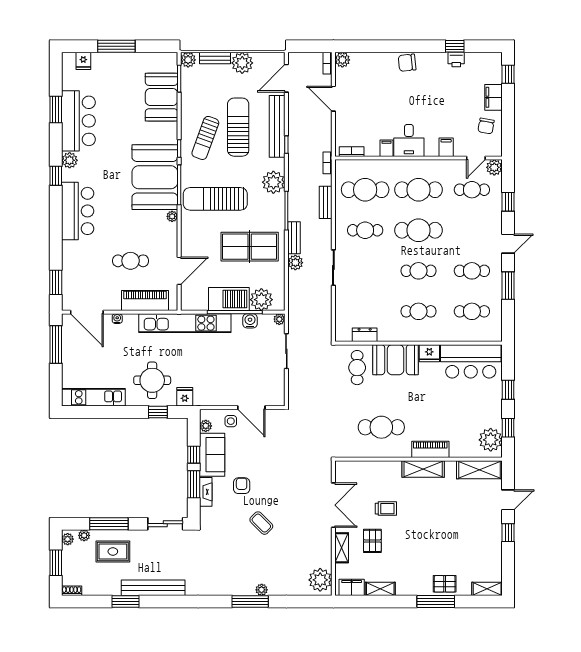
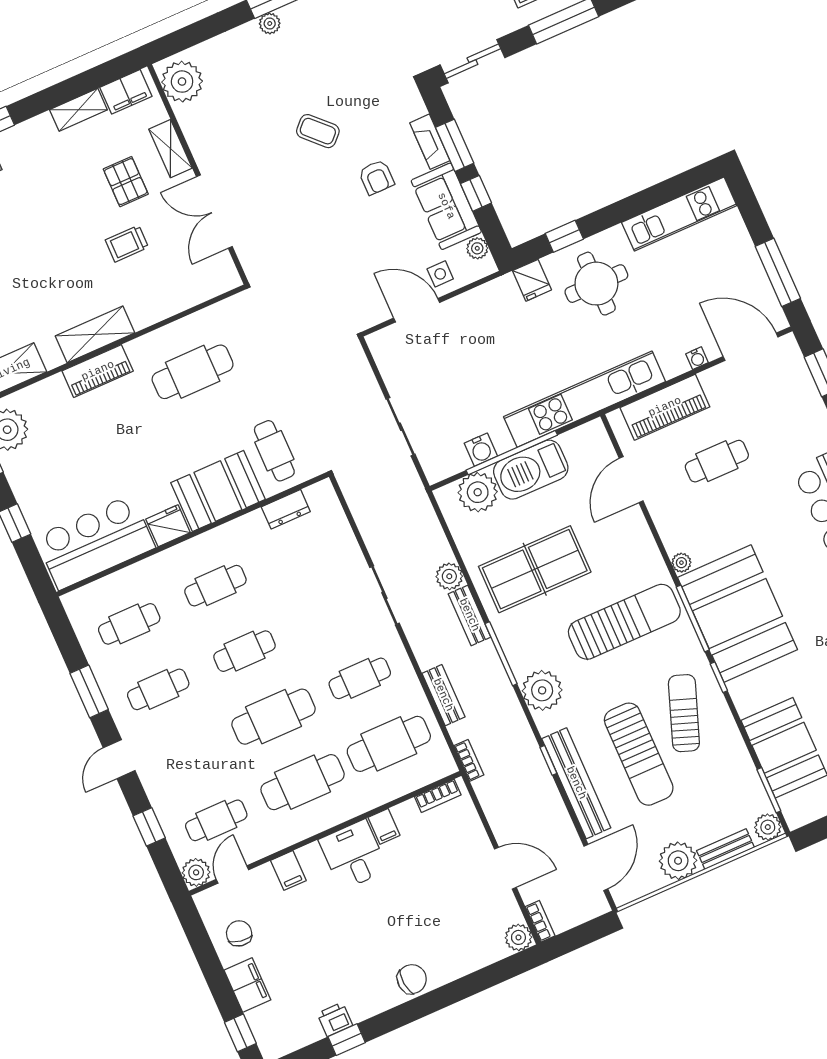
plant: (279, 319) -> (435, 473), removed

